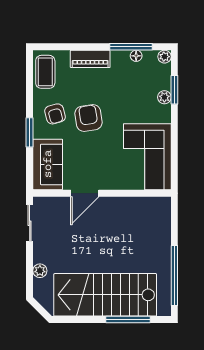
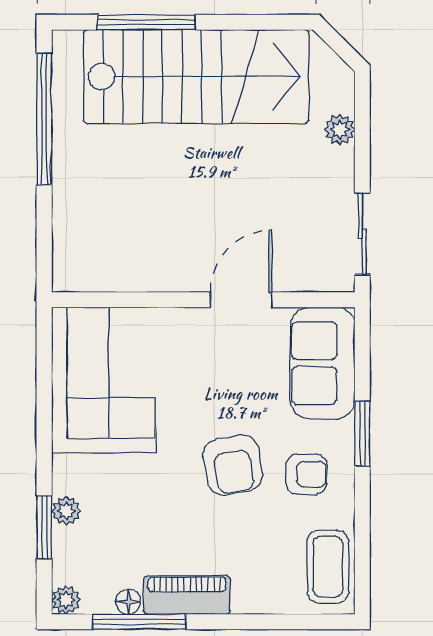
piano: (90, 59) -> (187, 595), moved
armchair: (55, 114) -> (306, 474), turned 105

